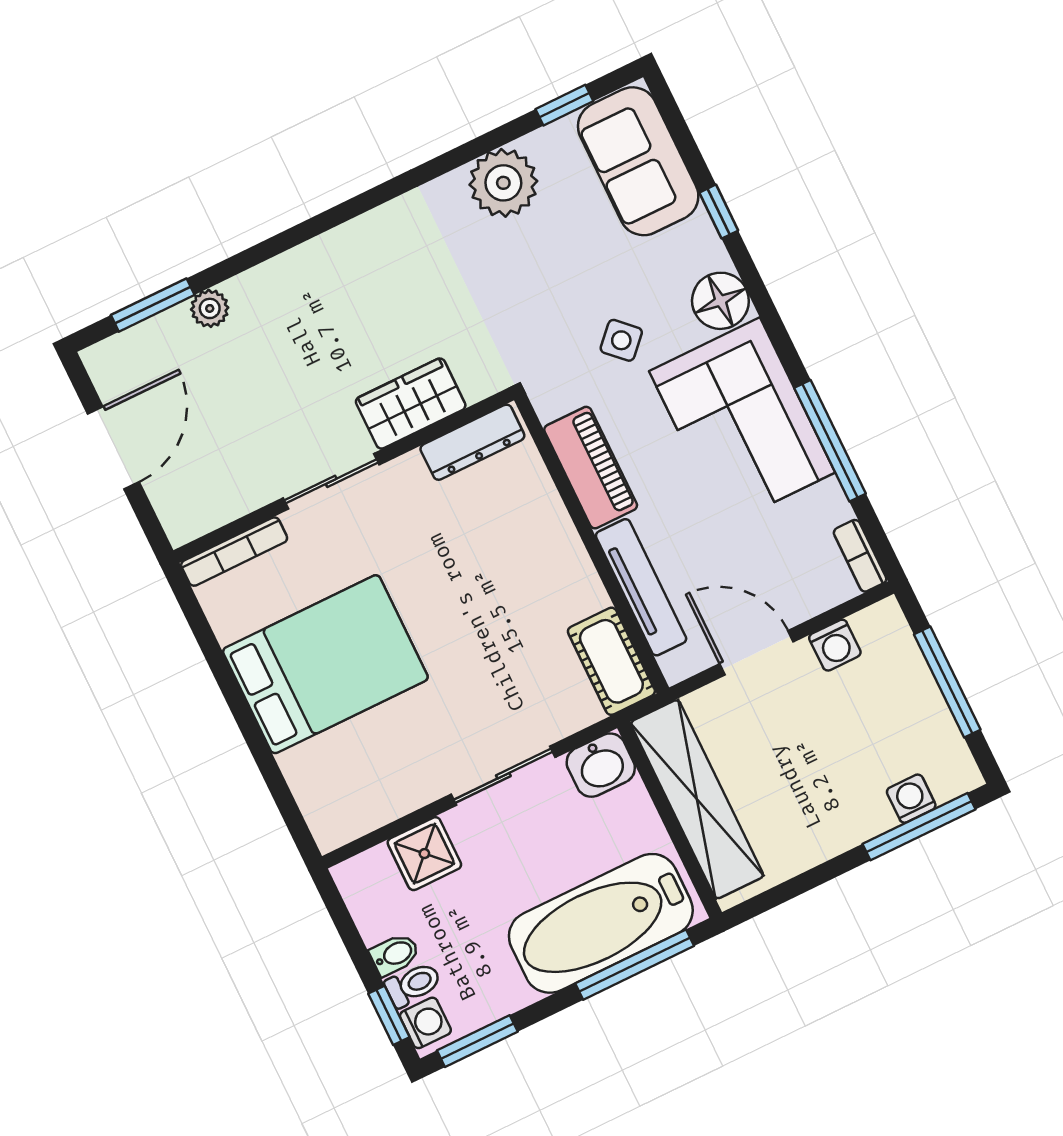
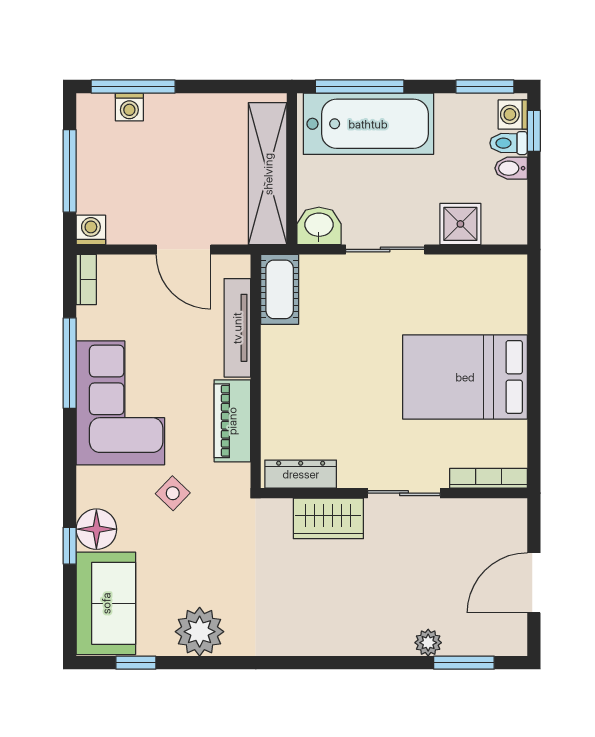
floor lamp: (720, 301) -> (96, 529), moved
washing machine: (835, 645) -> (91, 230), moved

